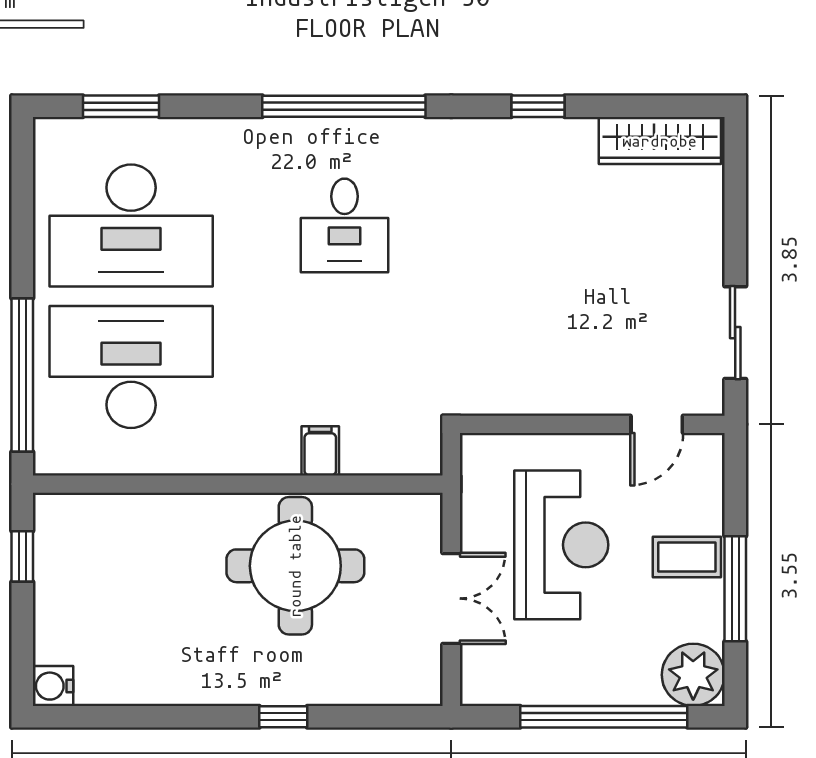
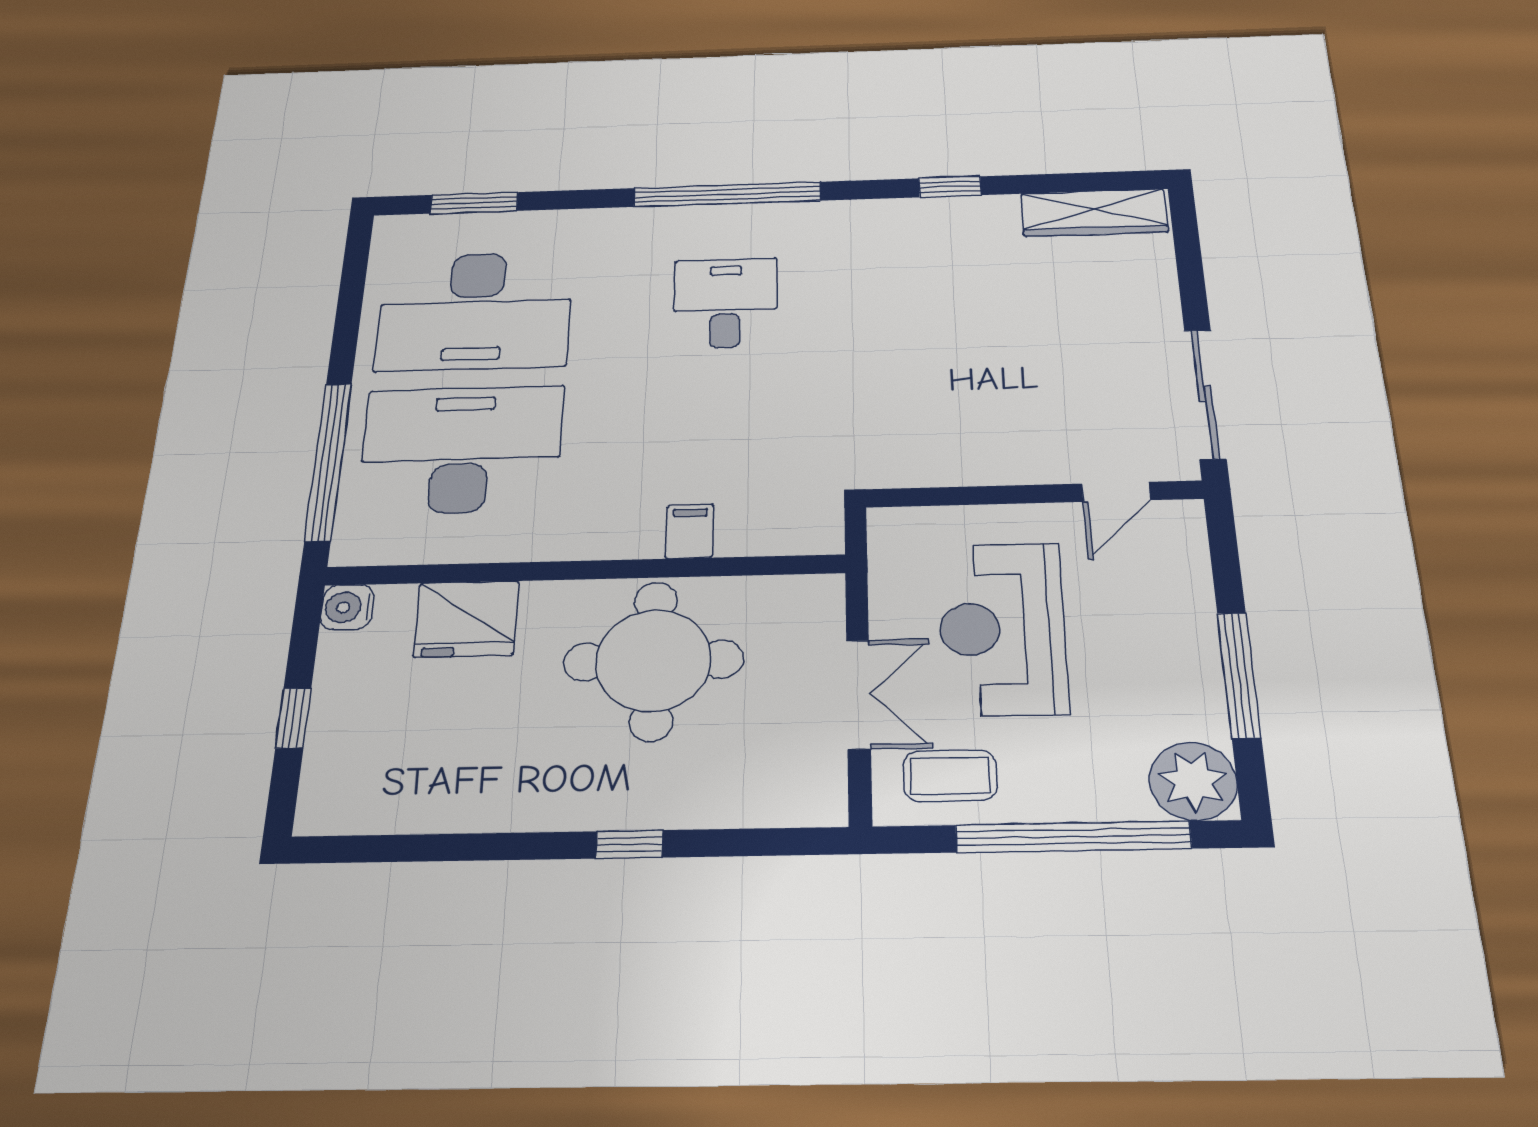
desk: (345, 225) -> (725, 303), turned 180
sliding door: (735, 333) -> (1205, 394), width x1.37
fridge: (148, 526) -> (466, 619), added
reception desk: (561, 545) -> (1002, 629), turned 180
window: (22, 556) -> (293, 718), moved
coffee table: (687, 557) -> (950, 776), moved
water cooler: (53, 686) -> (347, 607), moved

